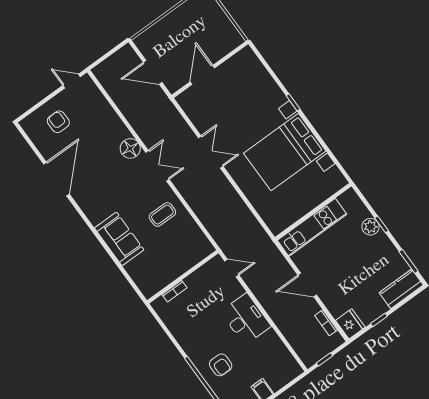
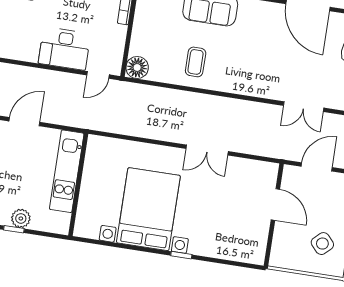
side table: (197, 21) -> (322, 244), added
floor lamp: (130, 148) -> (137, 67), moved
double door: (157, 166) -> (304, 107), moved
desk: (246, 319) -> (64, 49), moved

